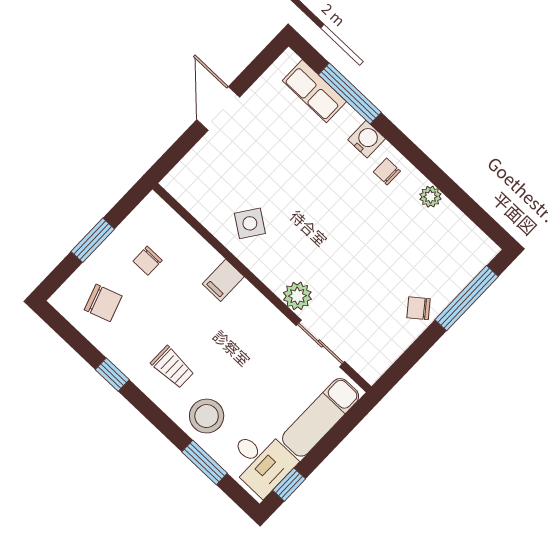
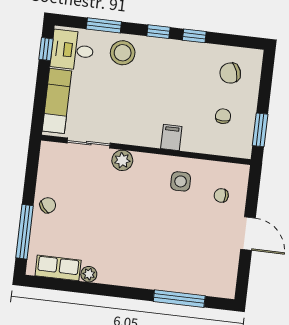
row of seats: (314, 91) -> (58, 268), moved
water cooler: (367, 139) -> (150, 280), removed
chair: (387, 171) -> (221, 195), moved, turned 180
side table: (250, 223) -> (181, 181), turned -36
window: (93, 240) -> (260, 130), moved
trolley: (172, 367) -> (163, 66), removed
window: (149, 409) -> (158, 32), added

